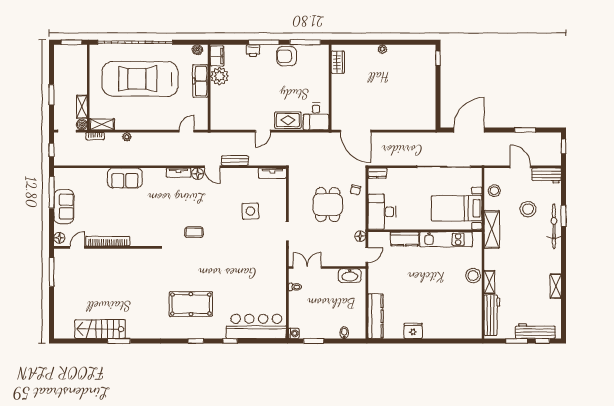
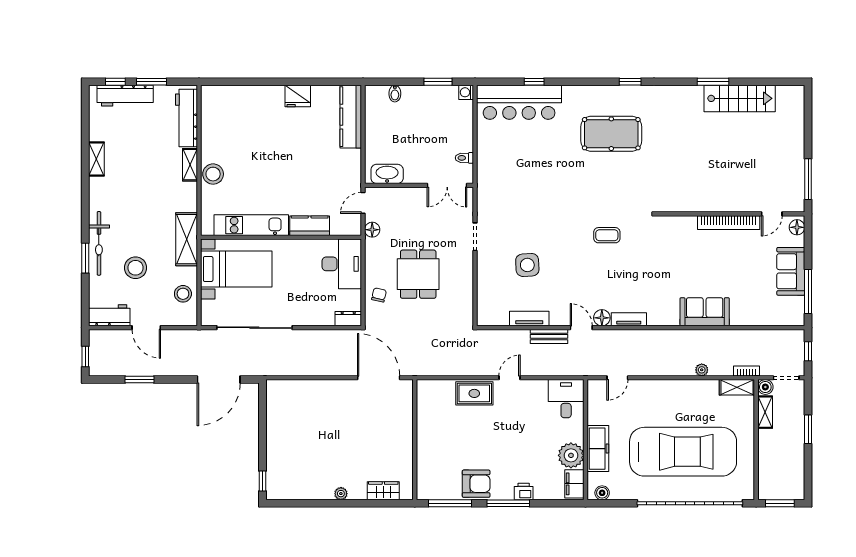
wardrobe: (338, 62) -> (383, 491), moved, turned 90
desk: (316, 116) -> (566, 399), moved
tv unit: (272, 173) -> (529, 318), moved
window: (196, 341) -> (630, 82), moved
window: (230, 341) -> (534, 82), moved

